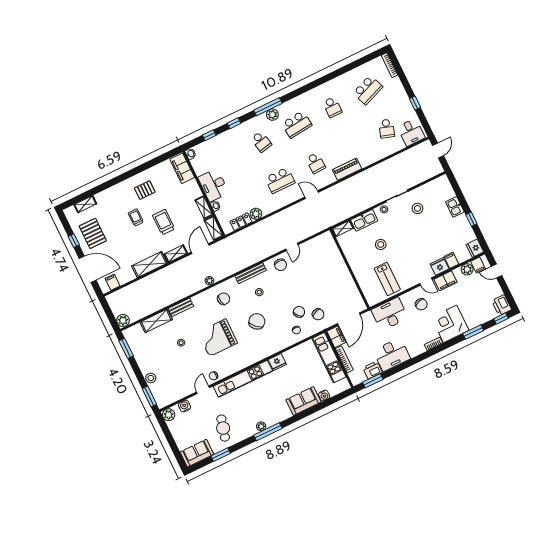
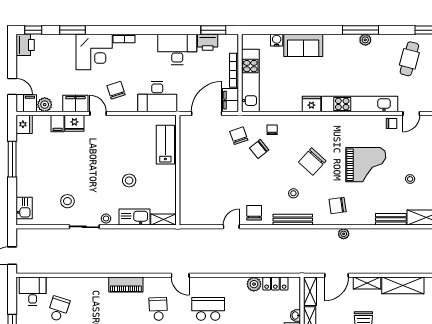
kitchen sink: (455, 207) -> (24, 208), moved
window: (471, 219) -> (12, 159), width x2.17
lab bench: (387, 279) -> (165, 145), moved

